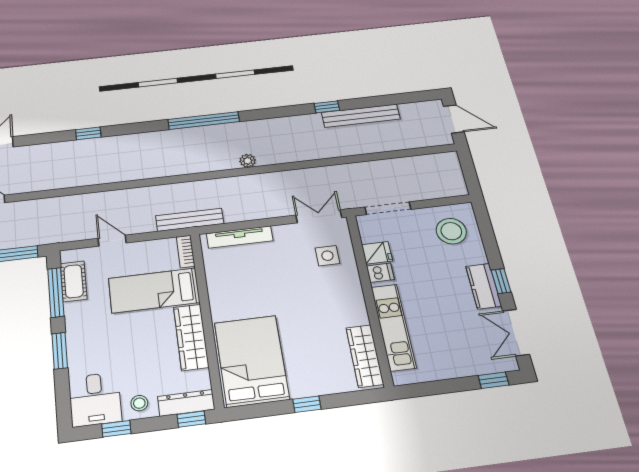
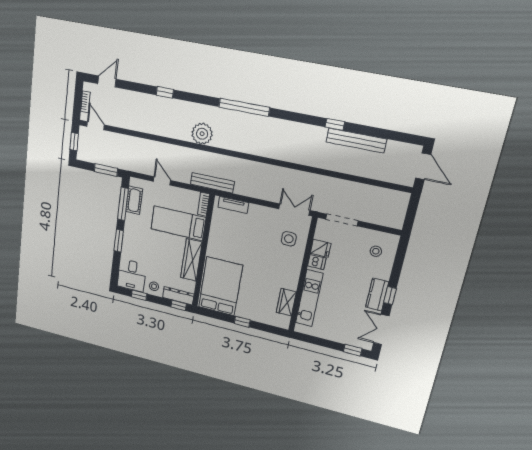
plant: (248, 161) -> (202, 134), moved, width x1.88, depth x1.88
stool: (451, 231) -> (376, 251), width x0.53, depth x0.53
tv unit: (240, 237) -> (233, 205), width x0.71
wardrobe: (365, 356) -> (286, 302), width x0.67

